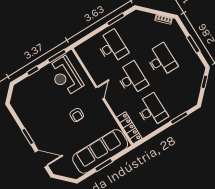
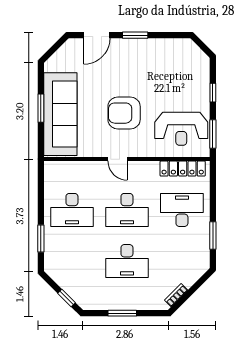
desk: (112, 47) -> (182, 210), turned 180
reception desk: (65, 76) -> (181, 129), turned 180
door: (100, 93) -> (117, 159), moved
armchair: (77, 115) -> (124, 113), width x1.88, depth x1.88
locker: (129, 128) -> (183, 169), moved

